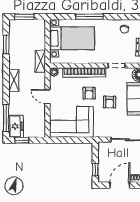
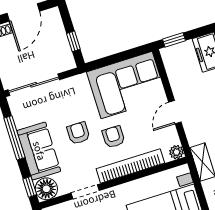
door: (47, 97) -> (175, 112), swing flipped
window: (22, 140) -> (174, 40), moved
window: (95, 170) -> (73, 41), moved

